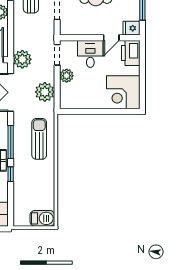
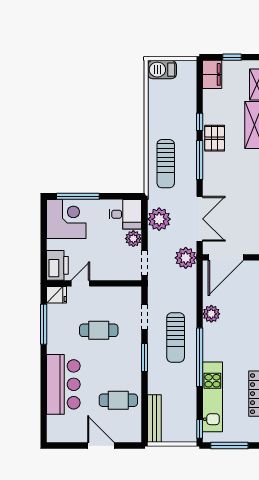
desk: (90, 54) -> (125, 214), moved, turned -90
window: (113, 111) -> (78, 196), added

